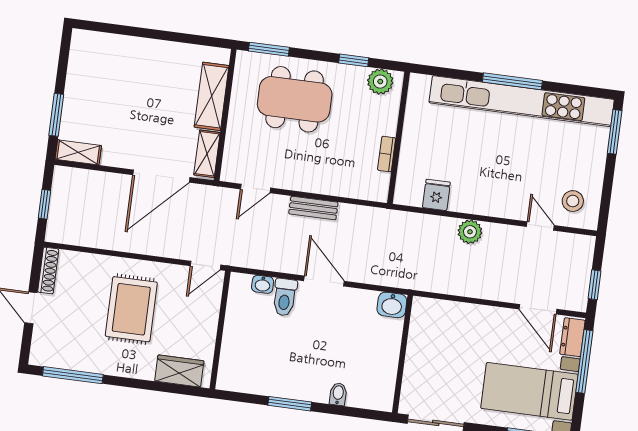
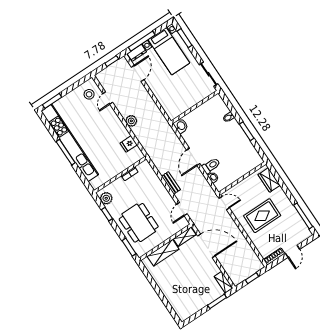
door: (255, 188) -> (182, 209), swing flipped

